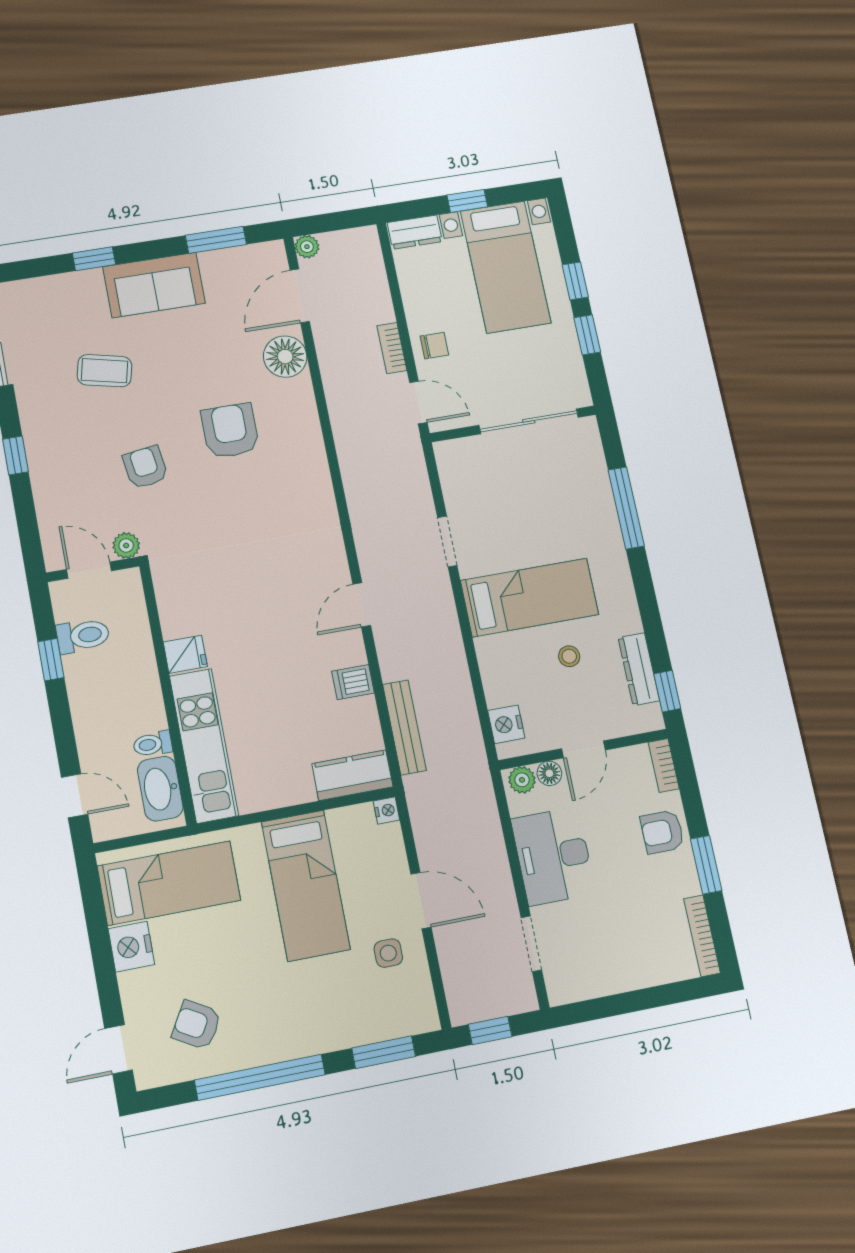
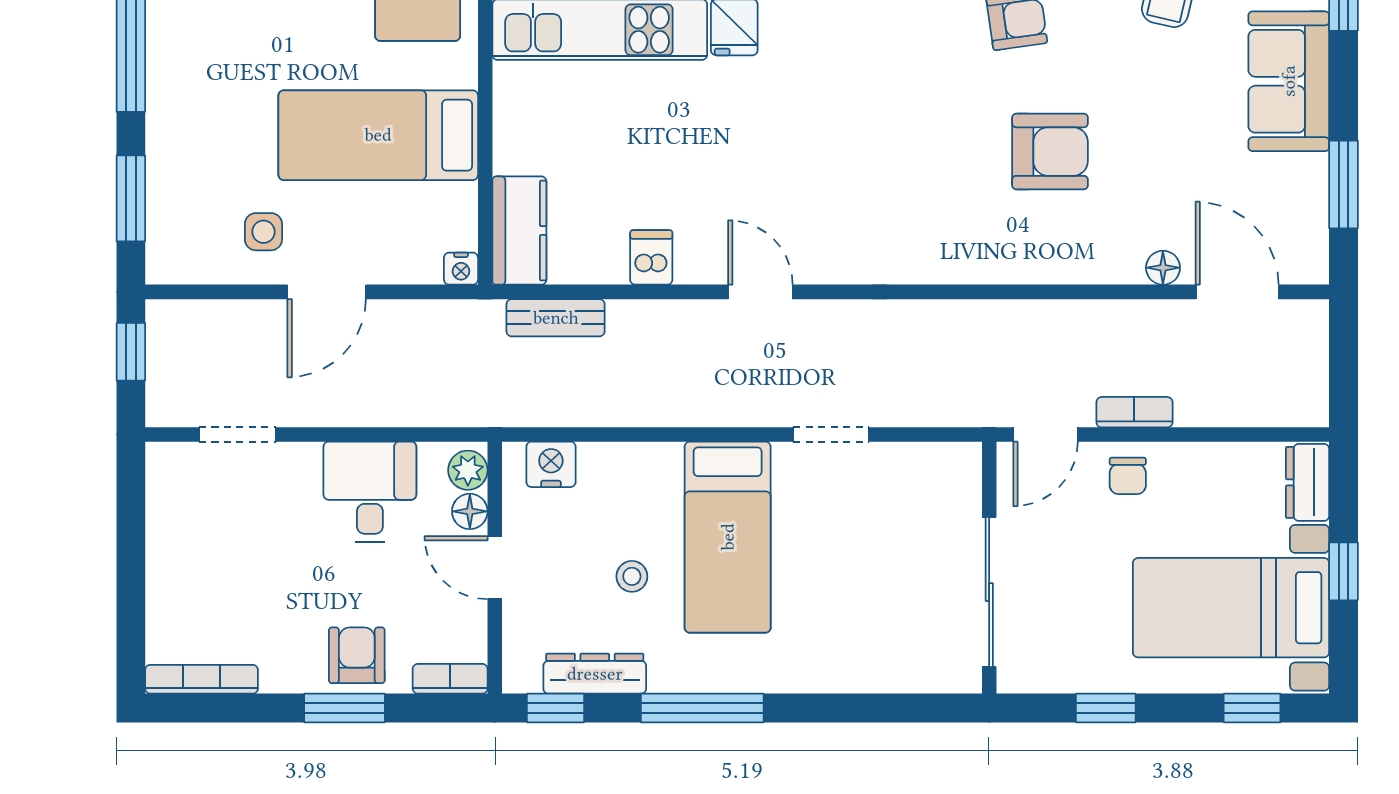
plant: (307, 247) -> (1311, 317), removed
window: (575, 281) -> (1252, 708), moved
floor lamp: (285, 357) -> (1163, 268), width x0.53, depth x0.53
window: (626, 508) -> (702, 708), moved
bench: (404, 727) -> (556, 318), width x0.73
desk: (553, 856) -> (370, 492), width x0.73
window: (706, 865) -> (344, 708), moved

